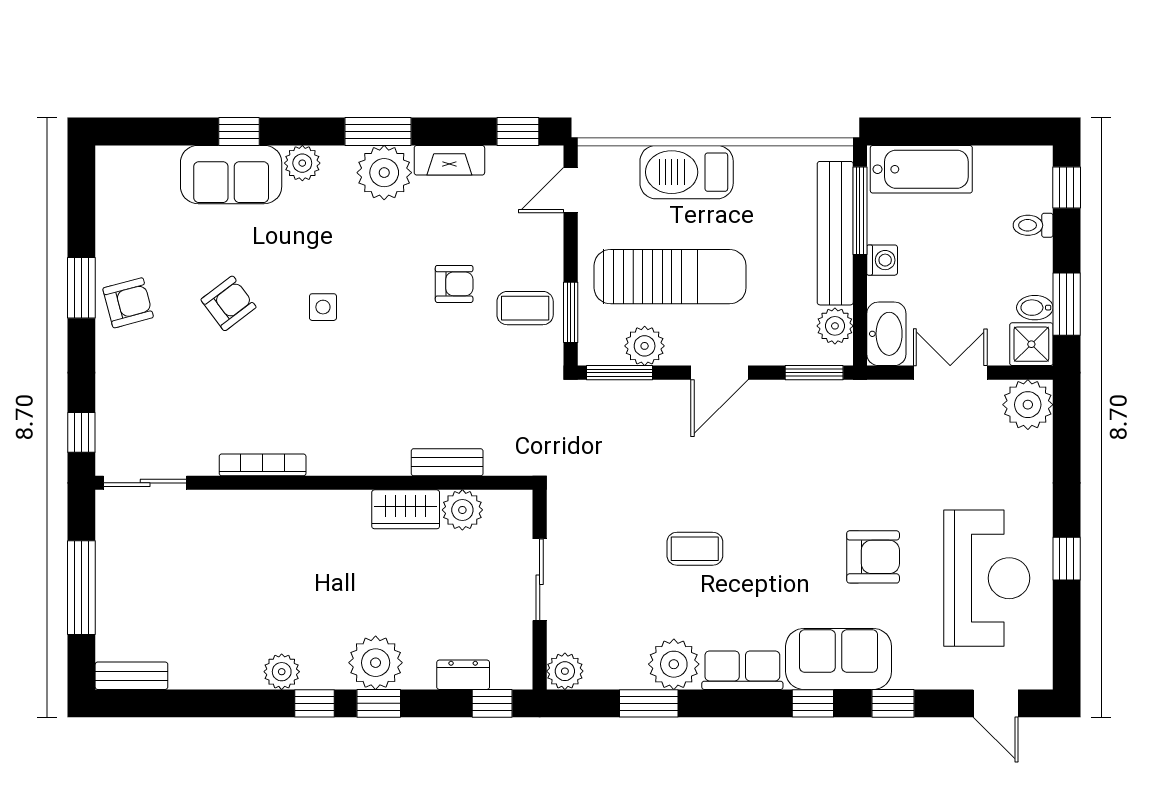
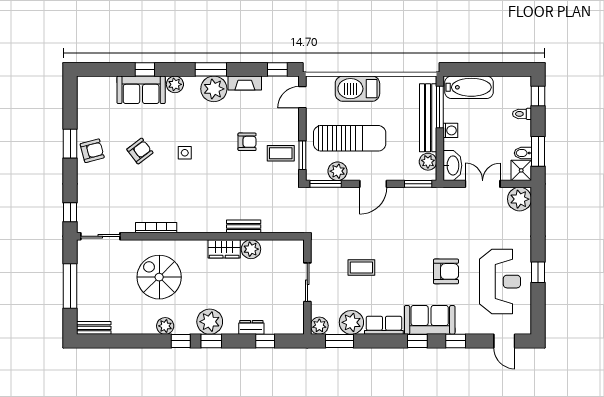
spiral stairs: (269, 569) -> (159, 277), added
sliding door: (540, 580) -> (307, 282), moved
wall: (540, 590) -> (307, 287), moved
plant: (565, 671) -> (319, 326), moved

